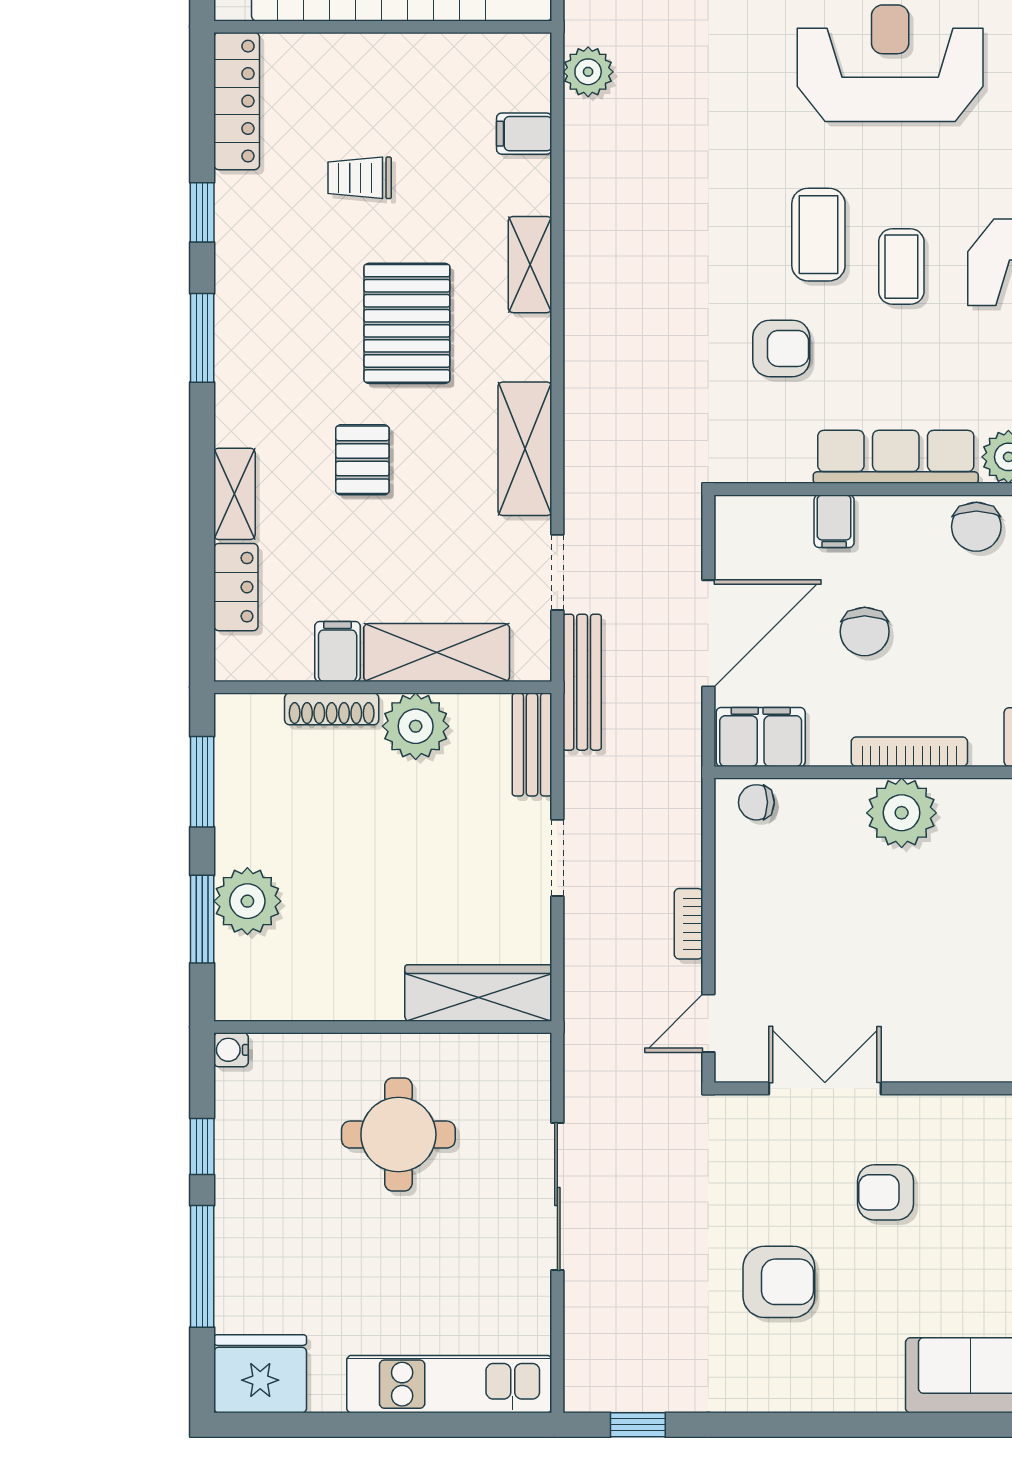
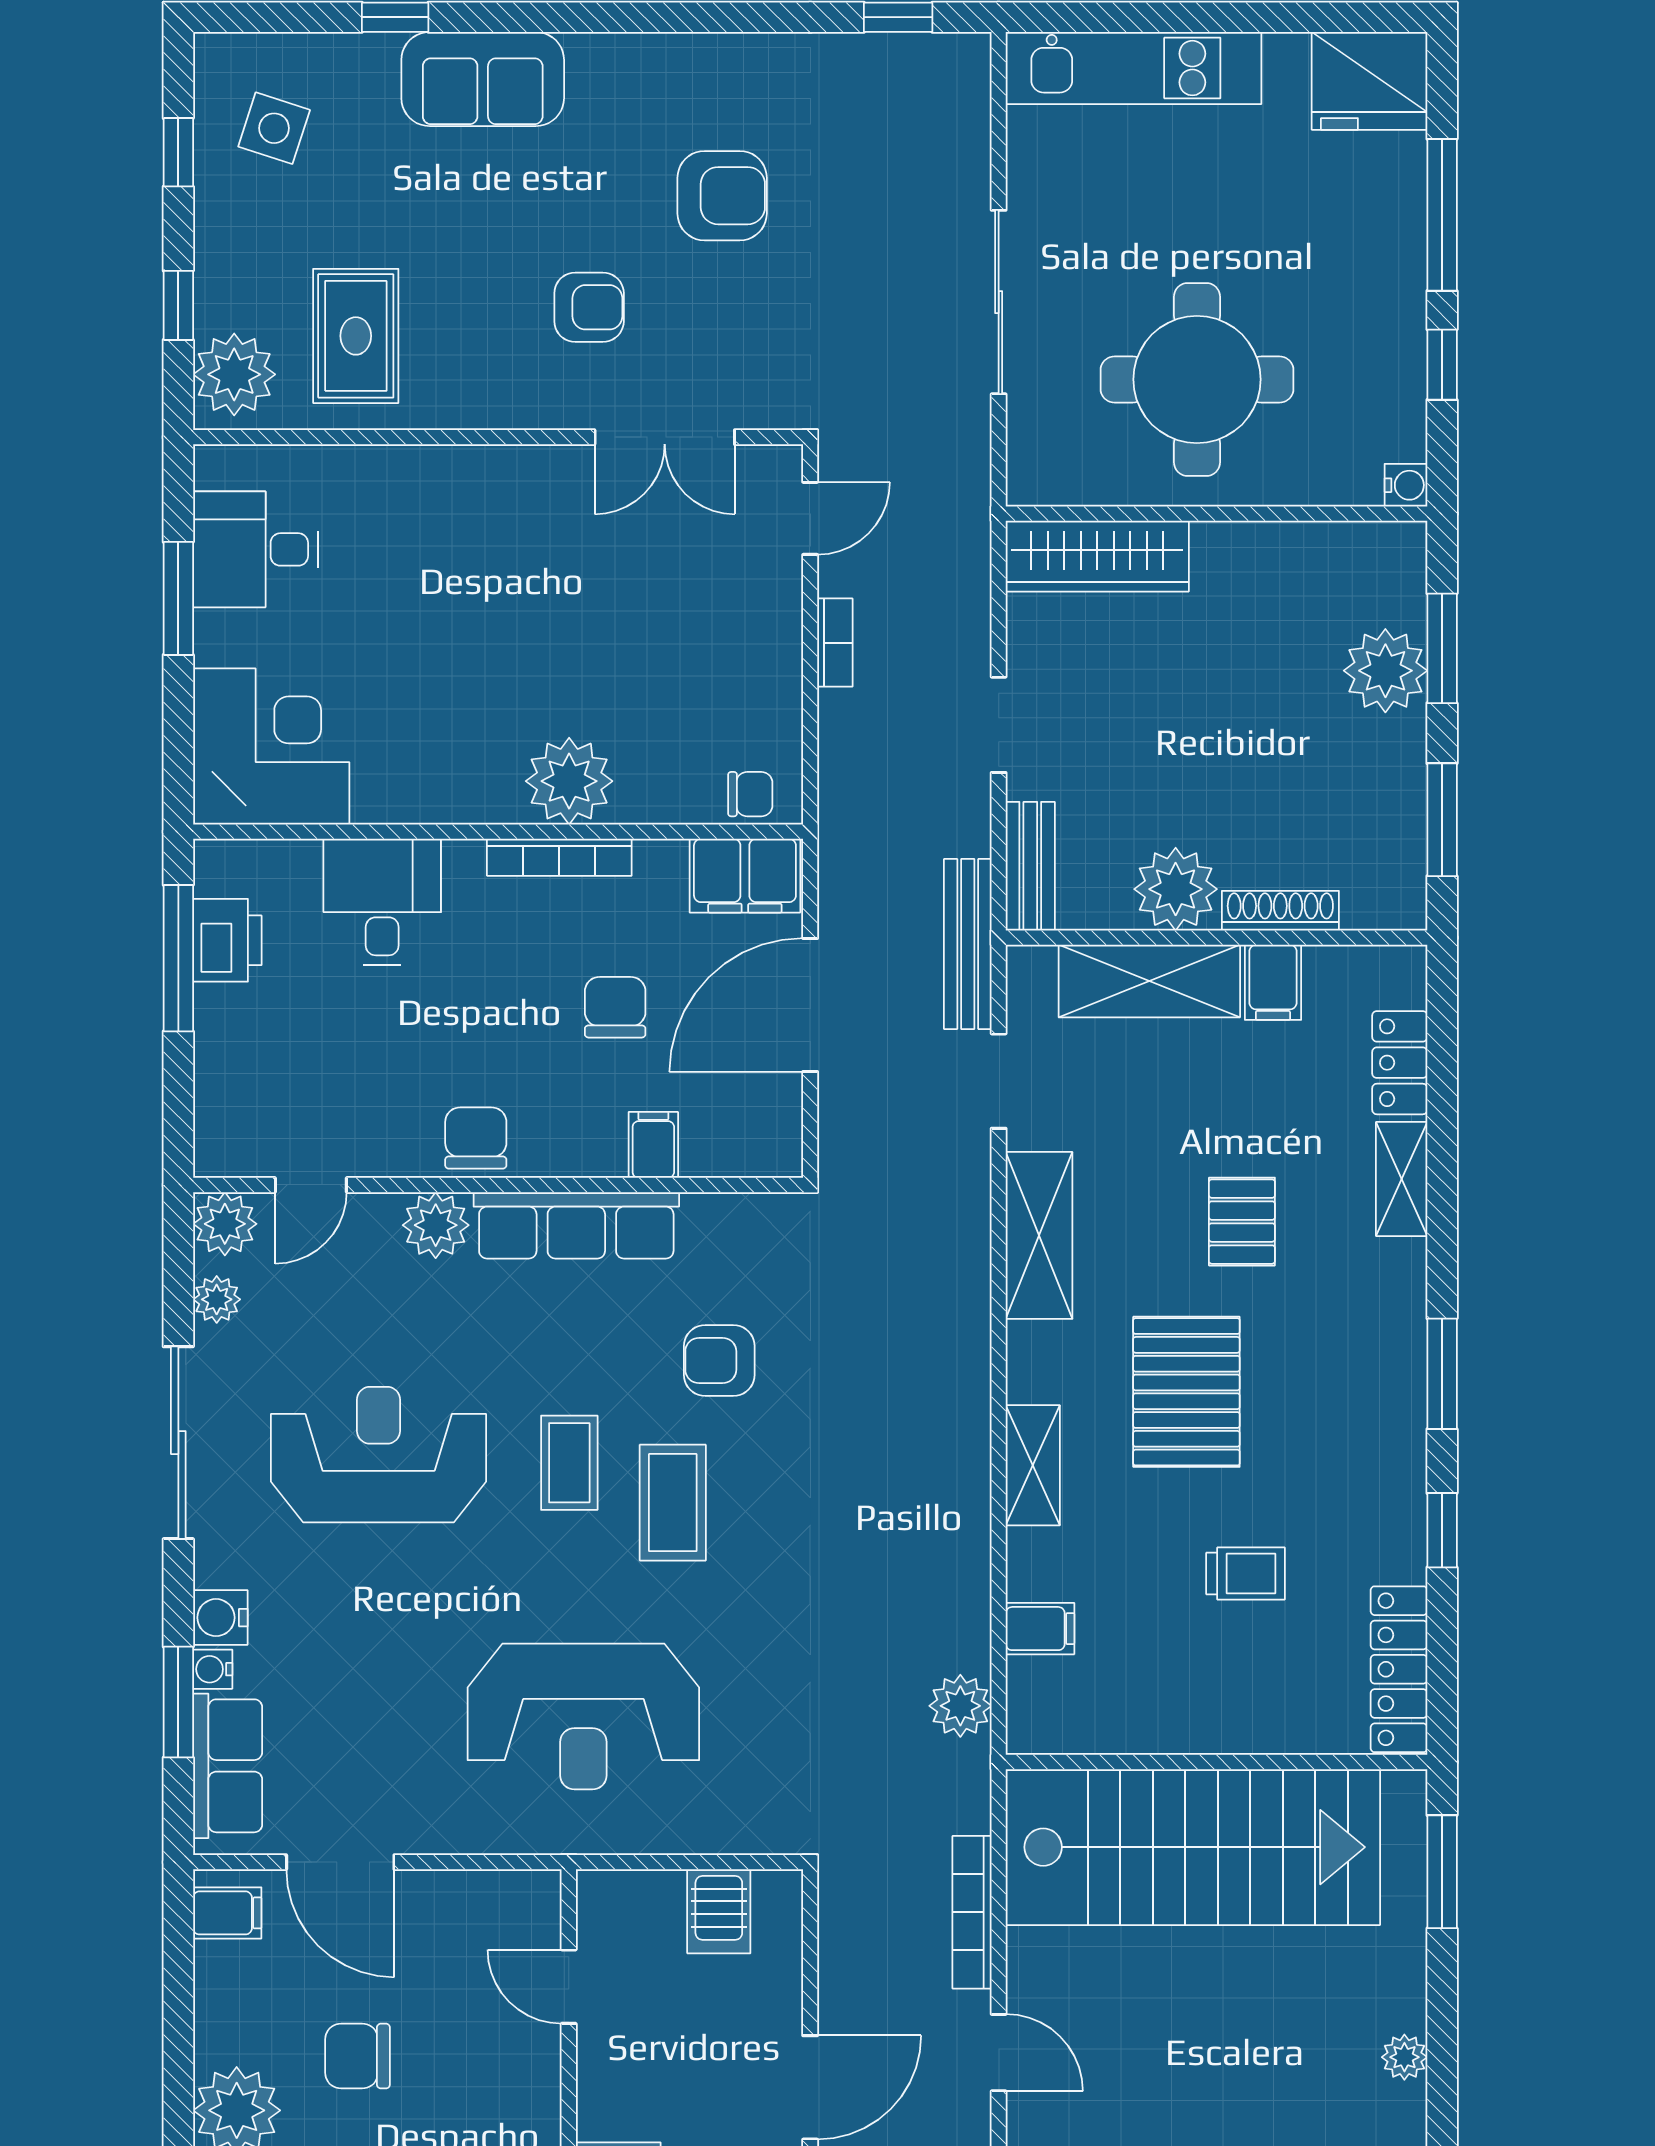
round table: (398, 1135) -> (1197, 379), width x1.36, depth x1.36
armchair: (779, 1282) -> (722, 196), turned 180

